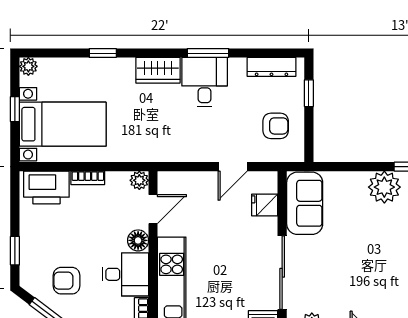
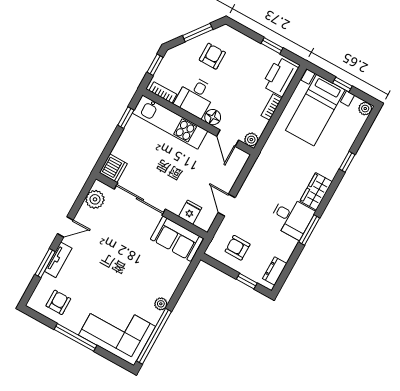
dresser: (271, 67) -> (275, 271), width x0.70
armchair: (276, 126) -> (238, 248), turned 90
plant: (384, 187) -> (161, 304), width x0.53, depth x0.53
window: (15, 251) -> (272, 46), moved

